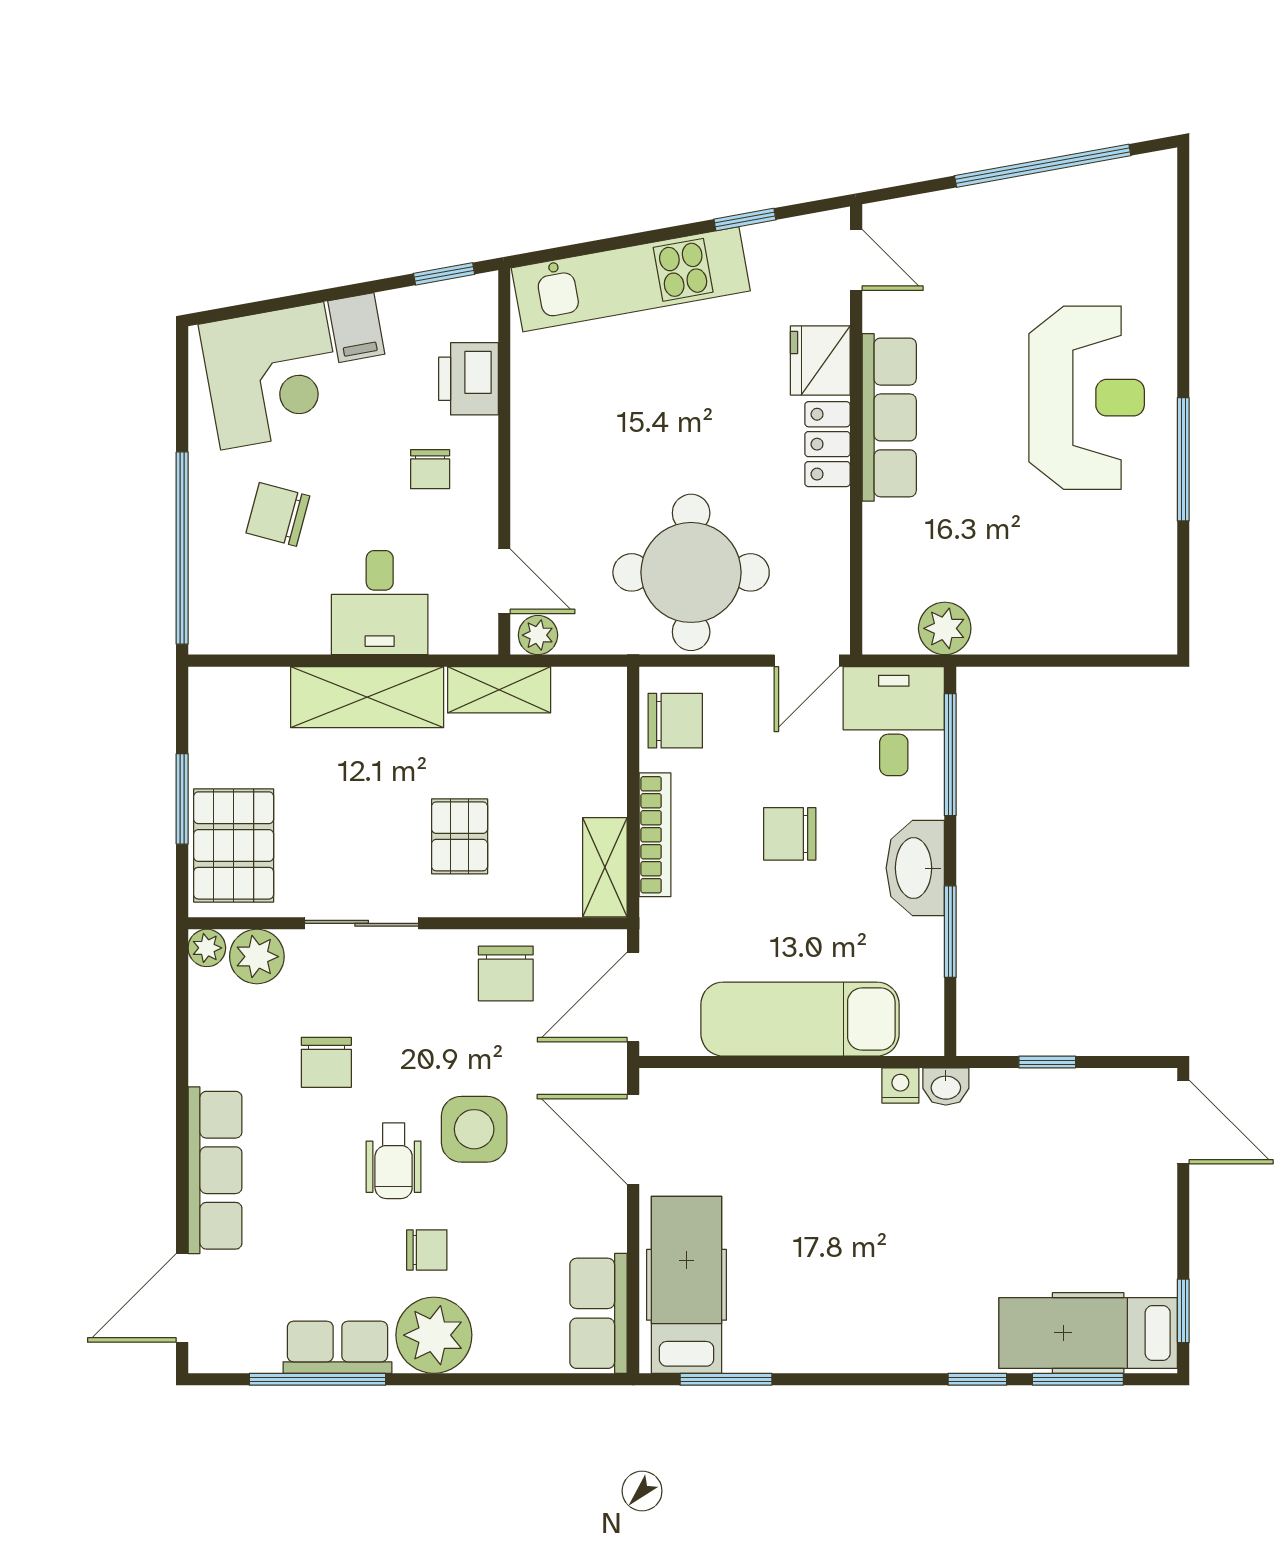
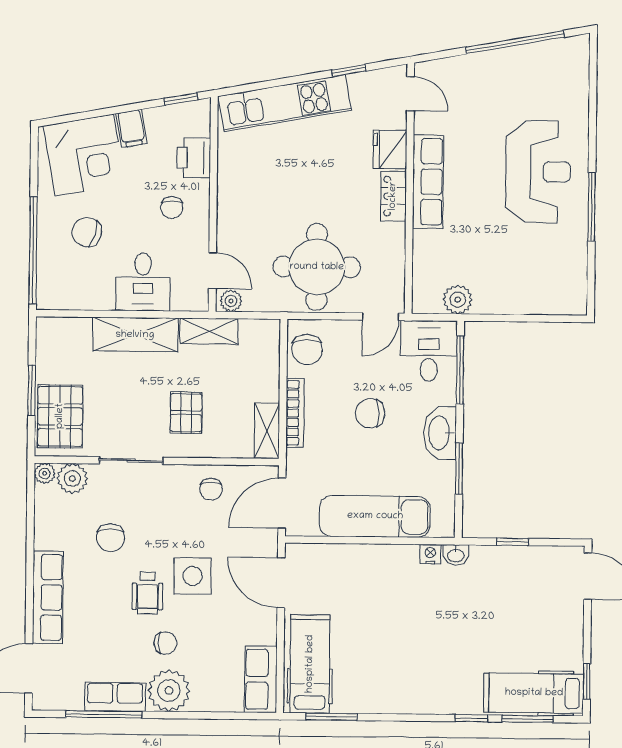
chair: (675, 721) -> (307, 349), turned 90
chair: (506, 973) -> (211, 489), width x0.73, depth x0.73

